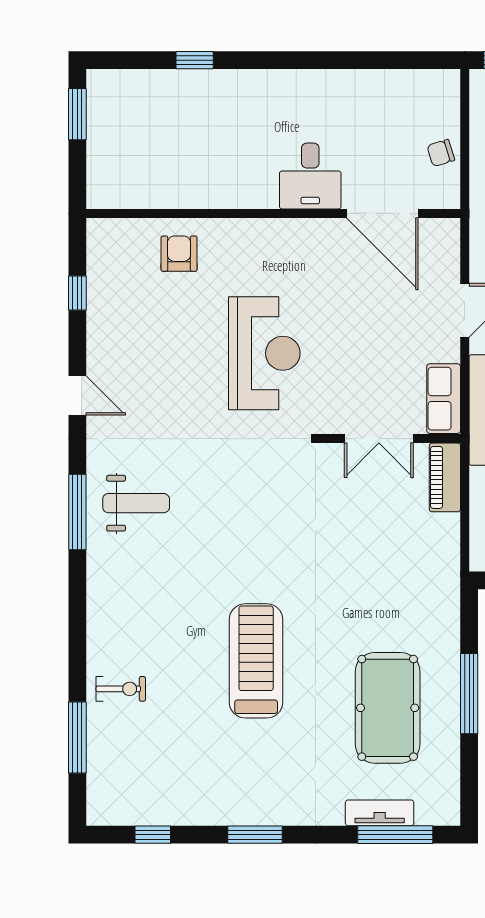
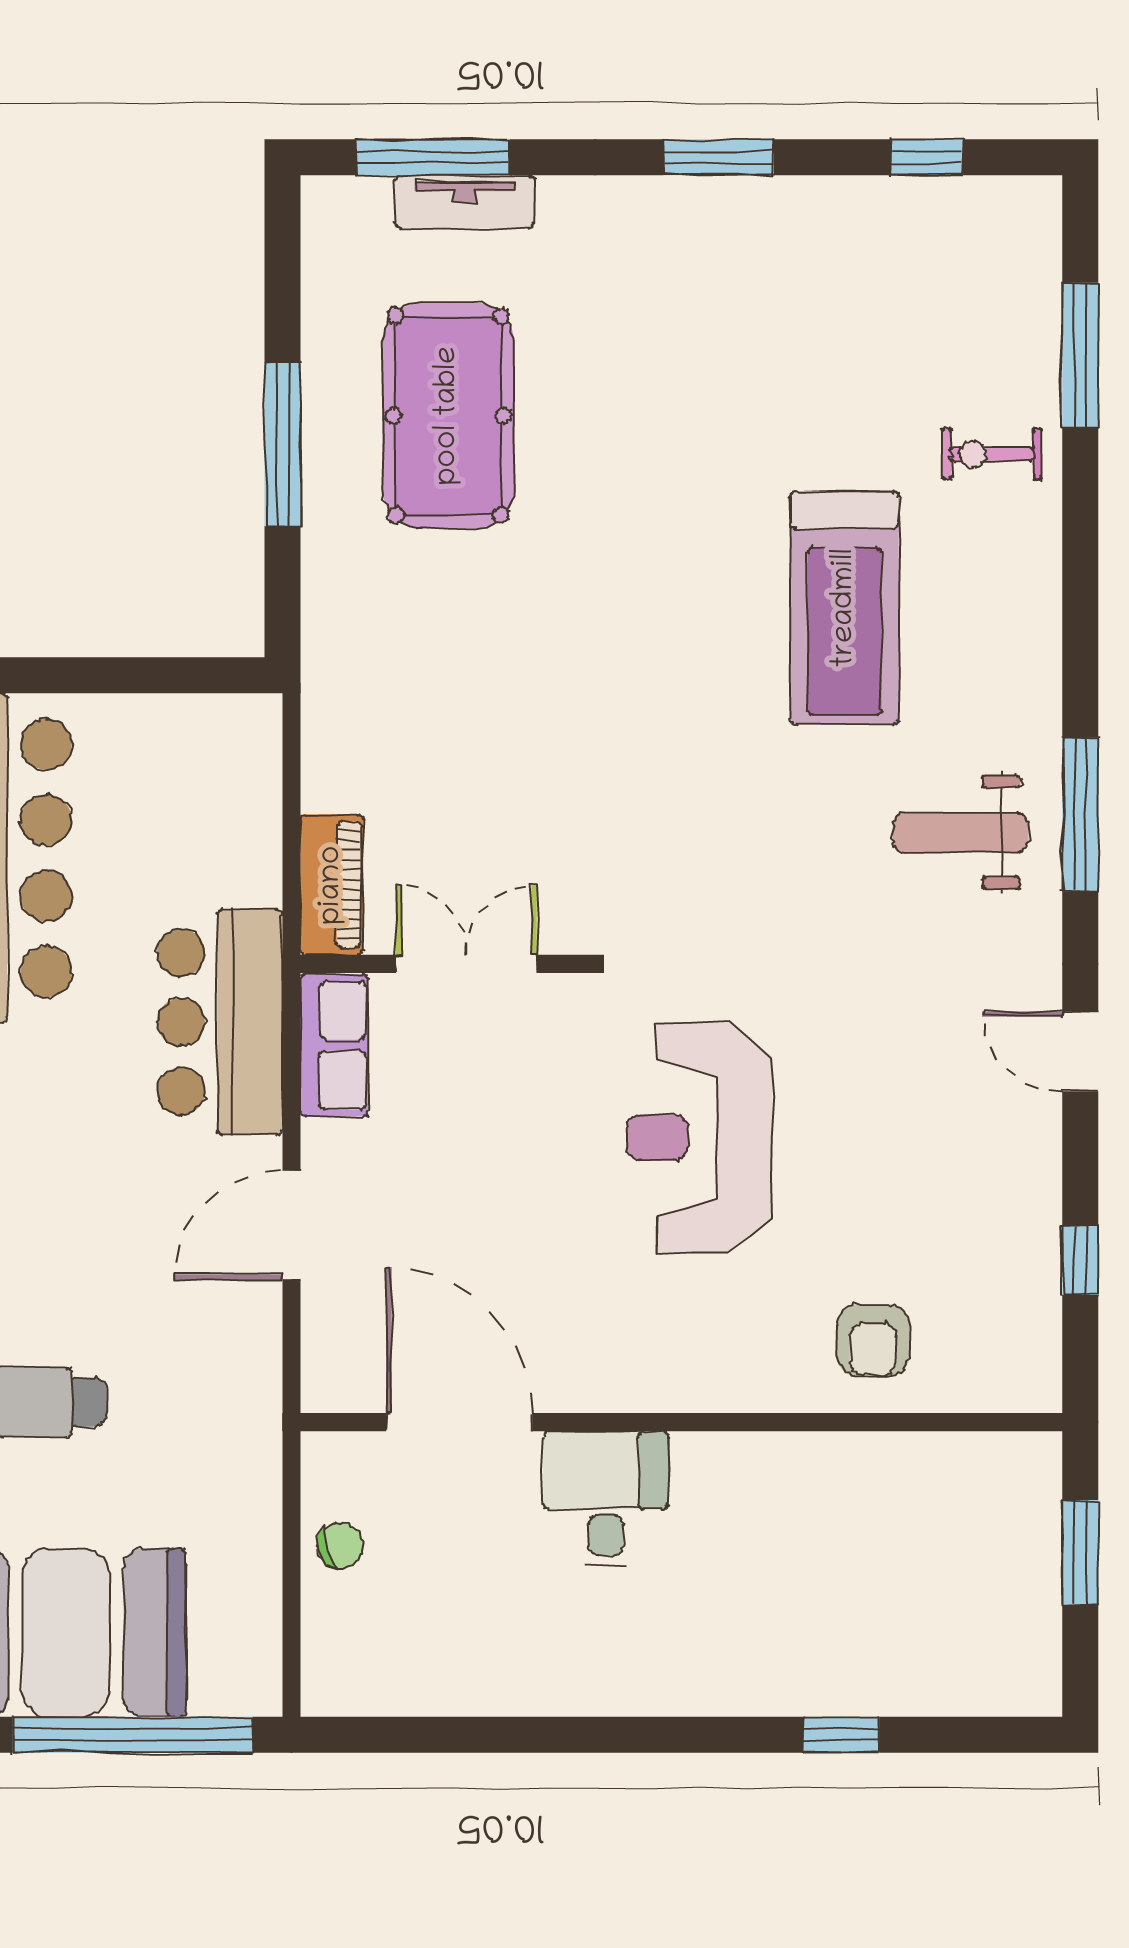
window: (77, 114) -> (1080, 1552), moved
treadmill: (256, 661) -> (845, 608), moved

